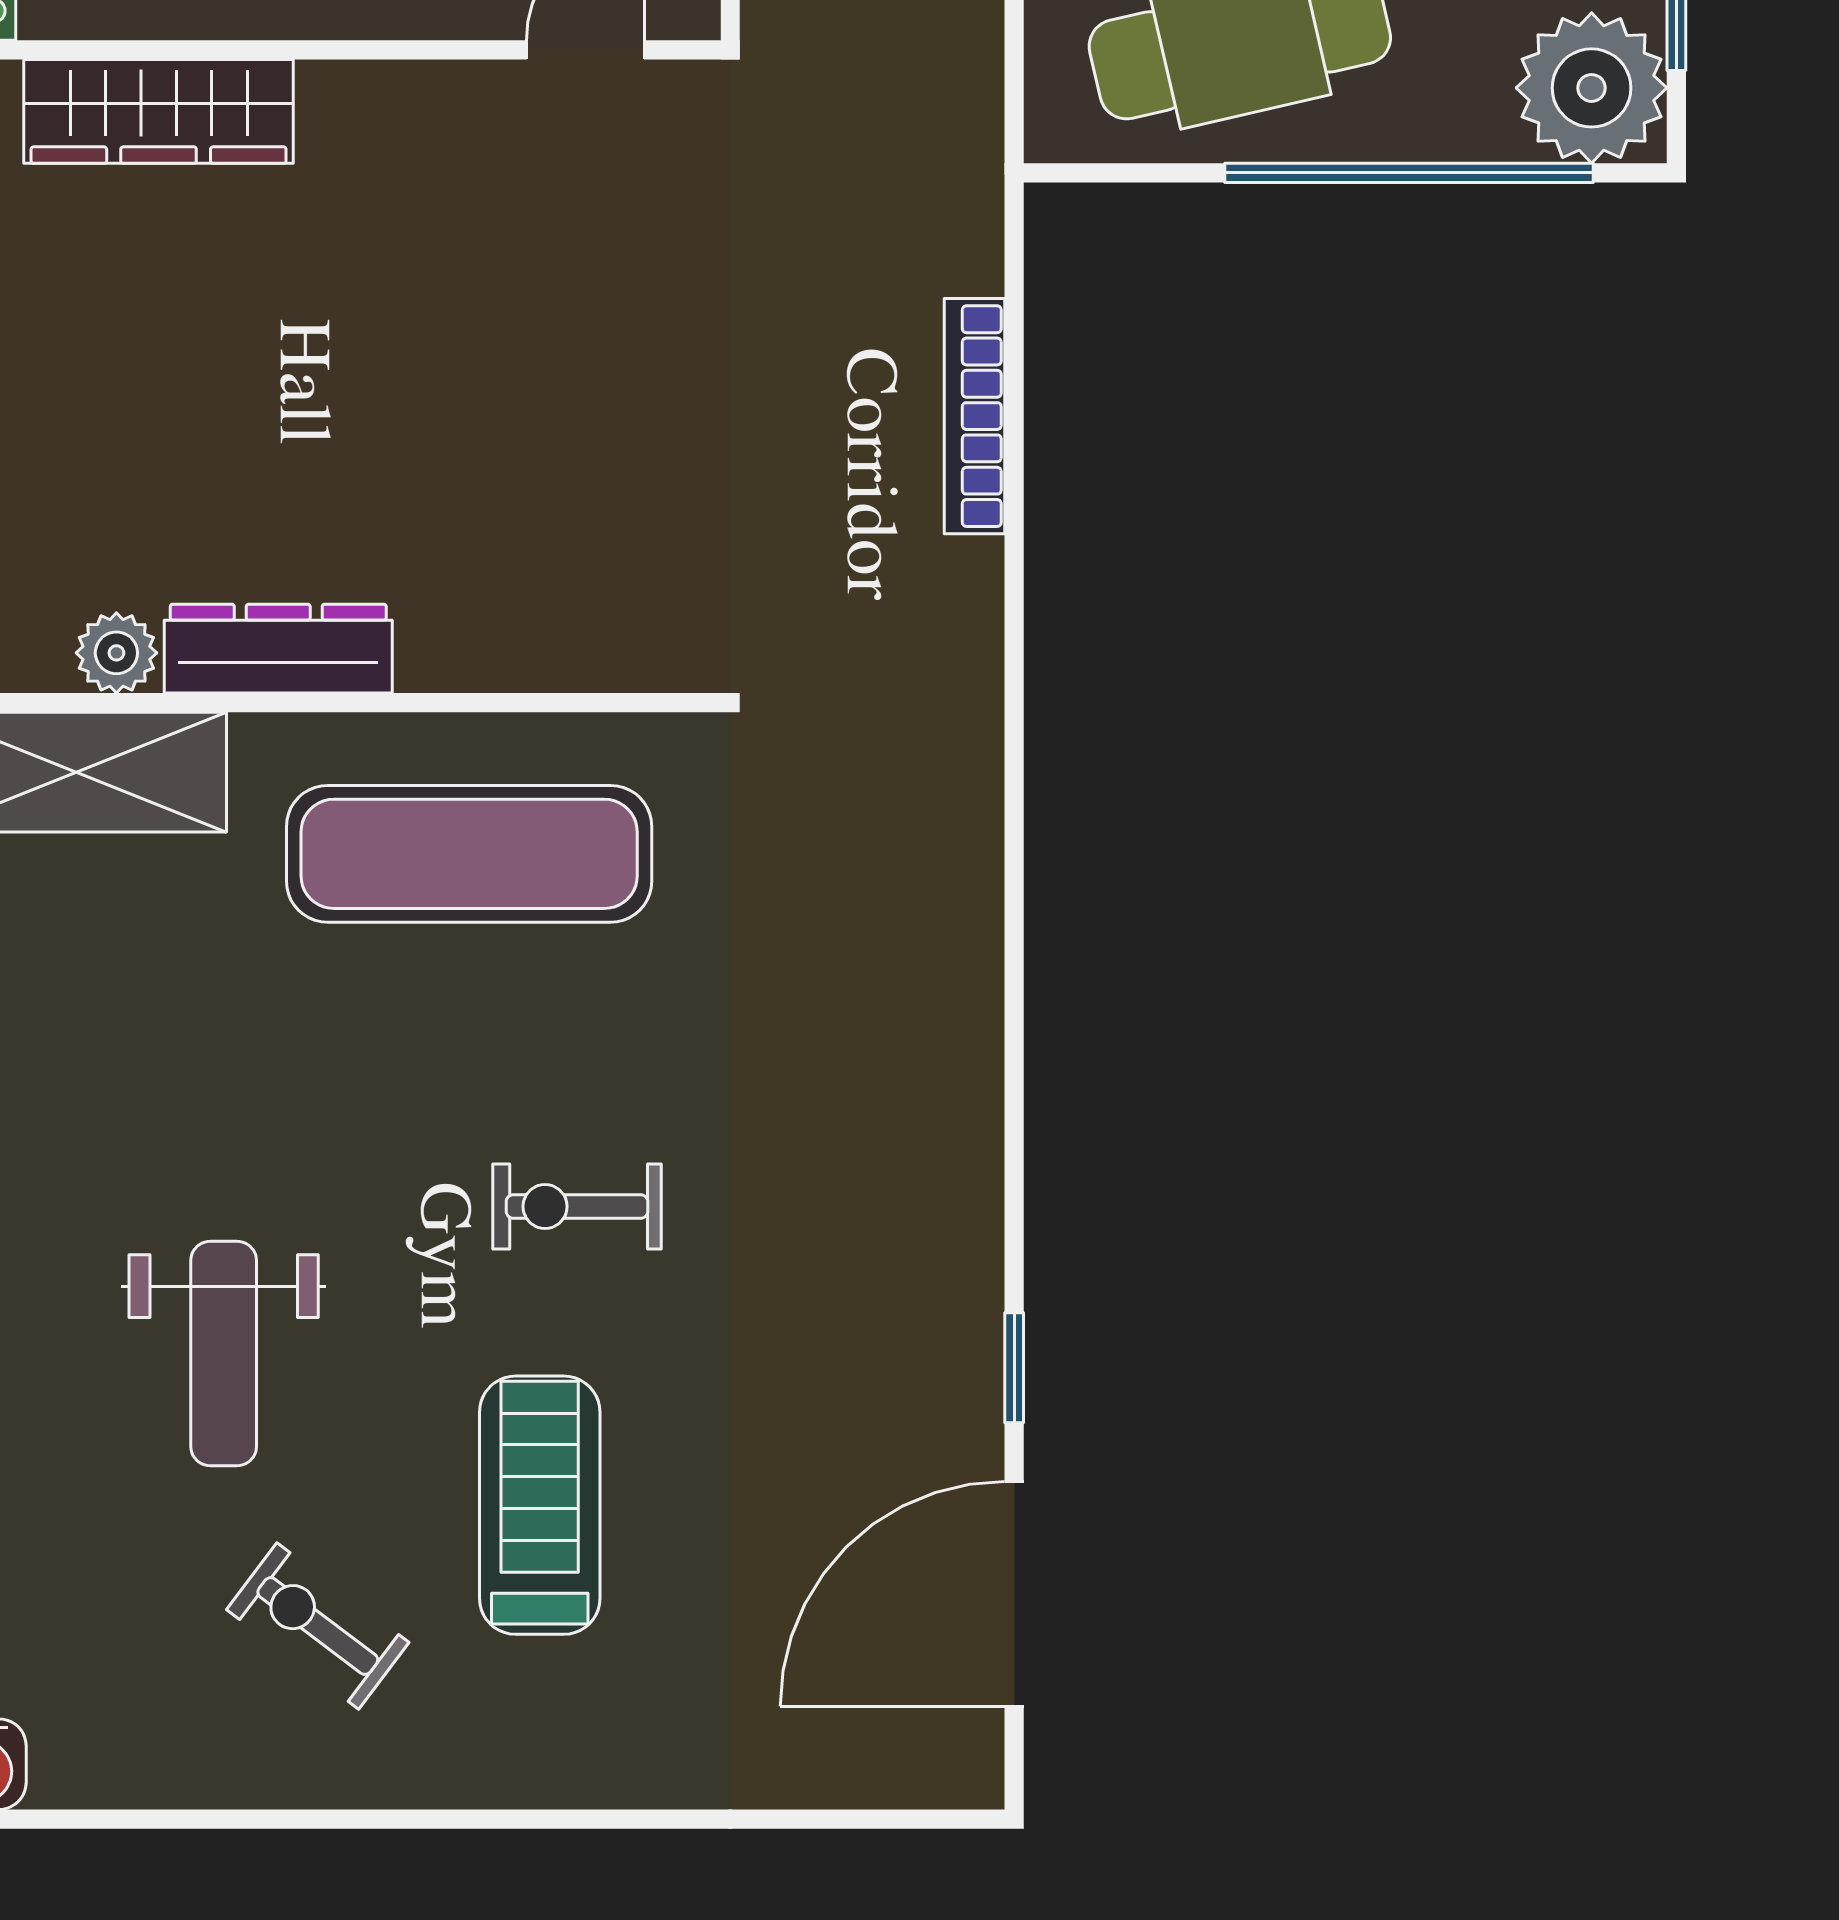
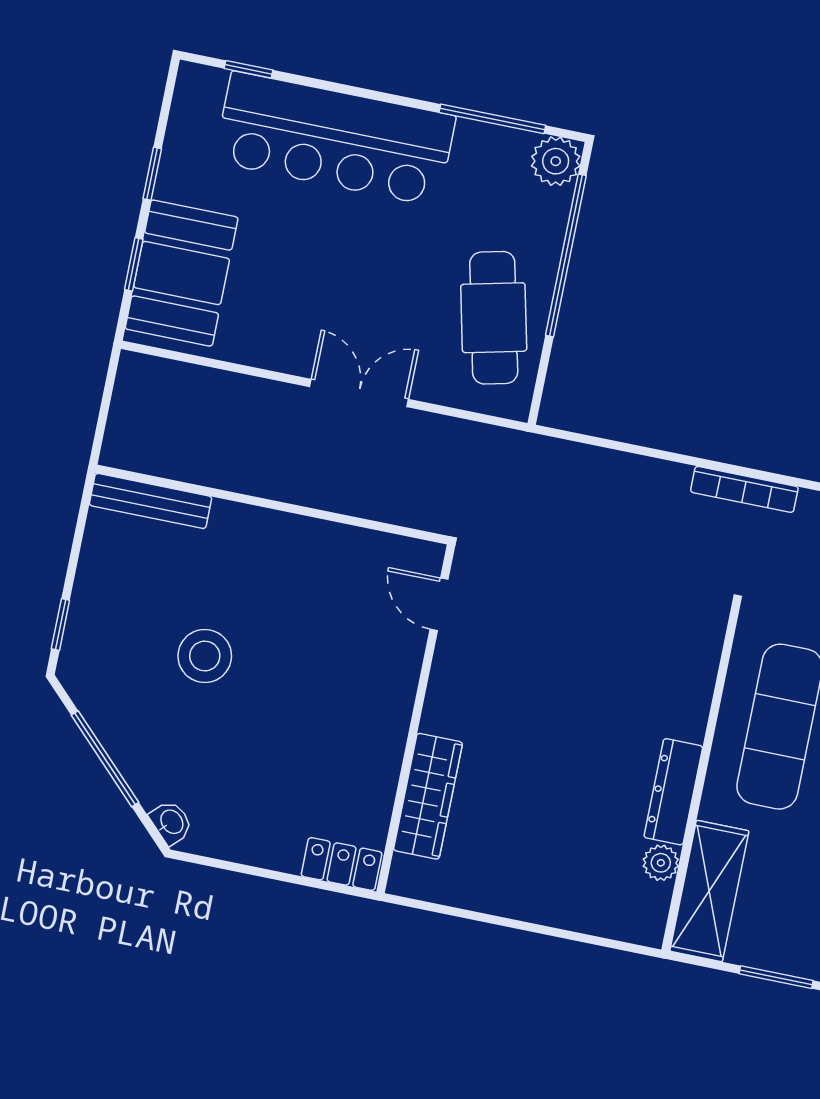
plant: (1592, 88) -> (556, 161), width x0.73, depth x0.73
bookcase: (975, 416) -> (744, 489), moved

